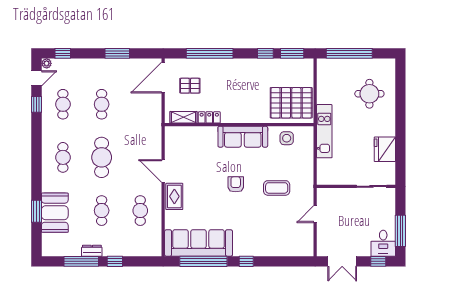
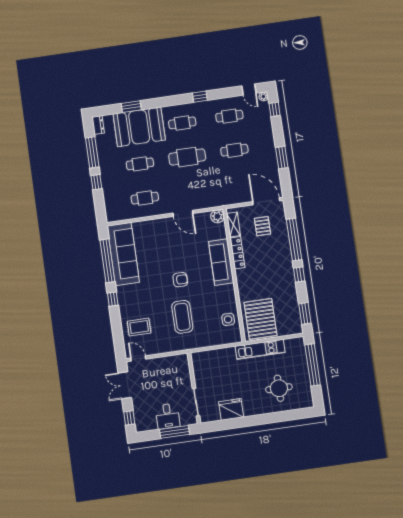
window: (265, 53) -> (299, 274), moved
window: (37, 104) -> (200, 97), moved
locker: (209, 117) -> (237, 253), width x1.53
kitchen unit: (324, 131) -> (260, 349), moved
plant: (172, 134) -> (217, 216), added
sofa: (243, 137) -> (221, 262), moved
door: (163, 171) -> (183, 213), swing flipped
coffee table: (277, 188) -> (182, 317), width x1.36, depth x1.32
rug: (174, 196) -> (139, 327), moved
booth: (55, 213) -> (139, 127), width x1.36, depth x1.42
door: (315, 214) -> (138, 359), moved
window: (400, 231) -> (175, 432), moved
desk: (383, 243) -> (168, 416), moved, turned -90
dresser: (92, 251) -> (98, 125), moved

